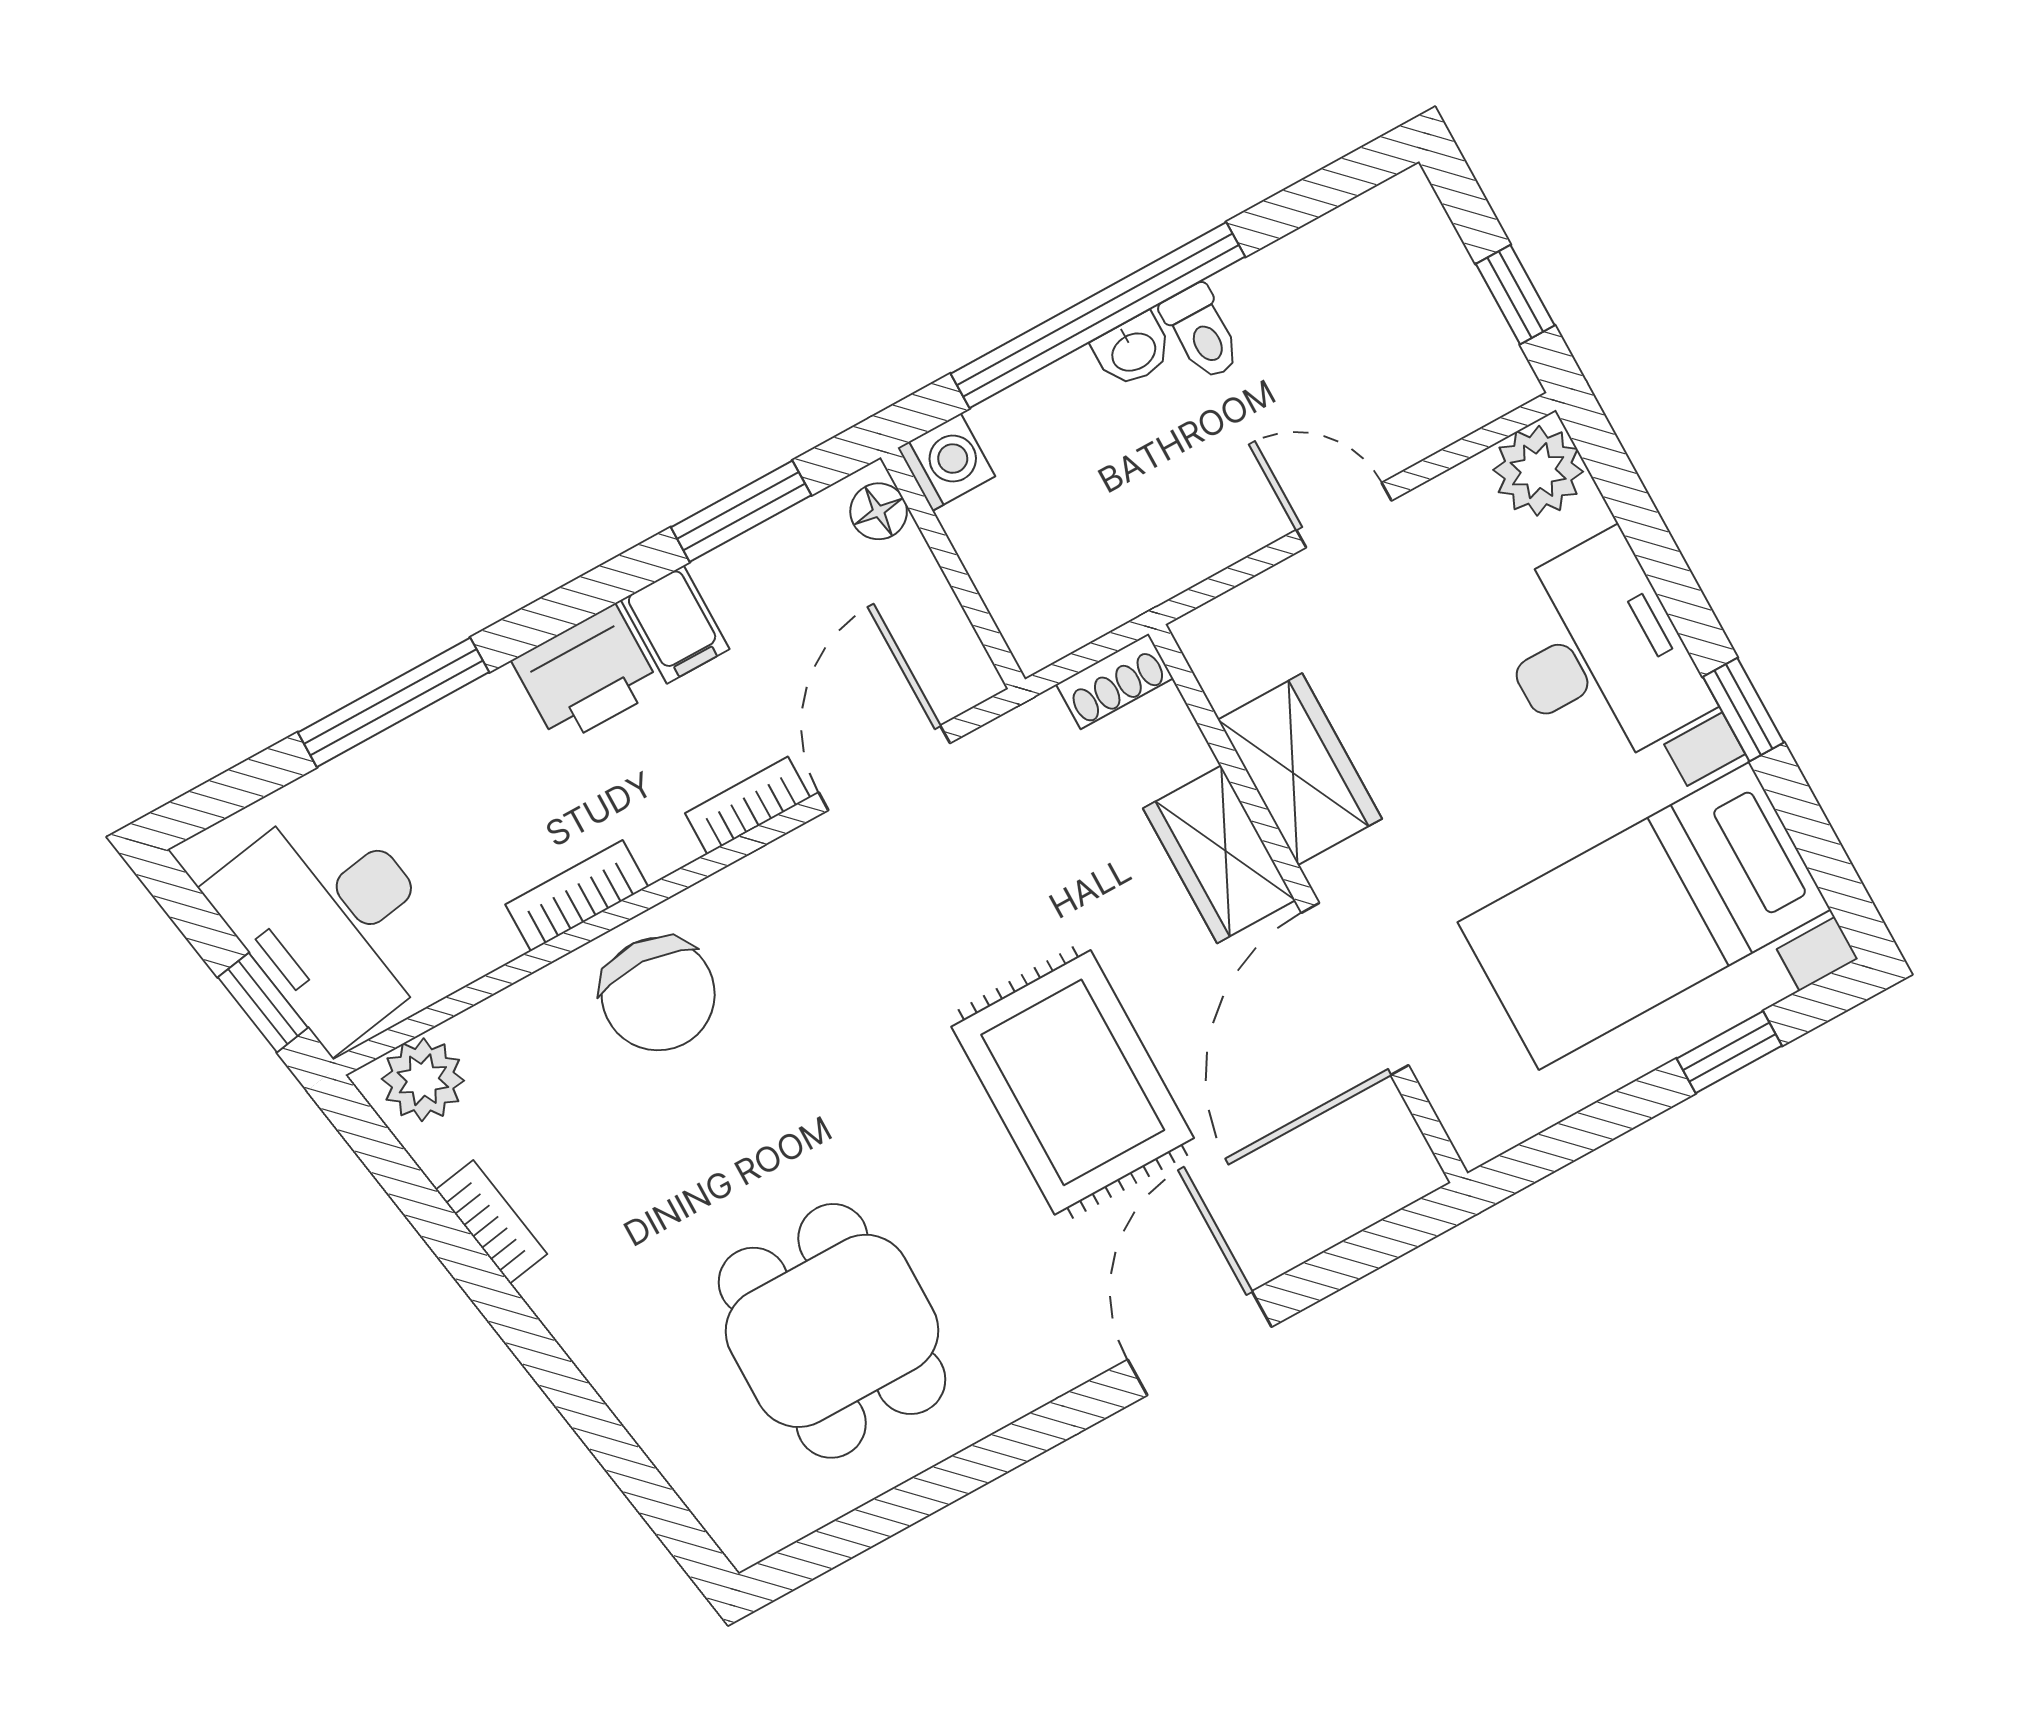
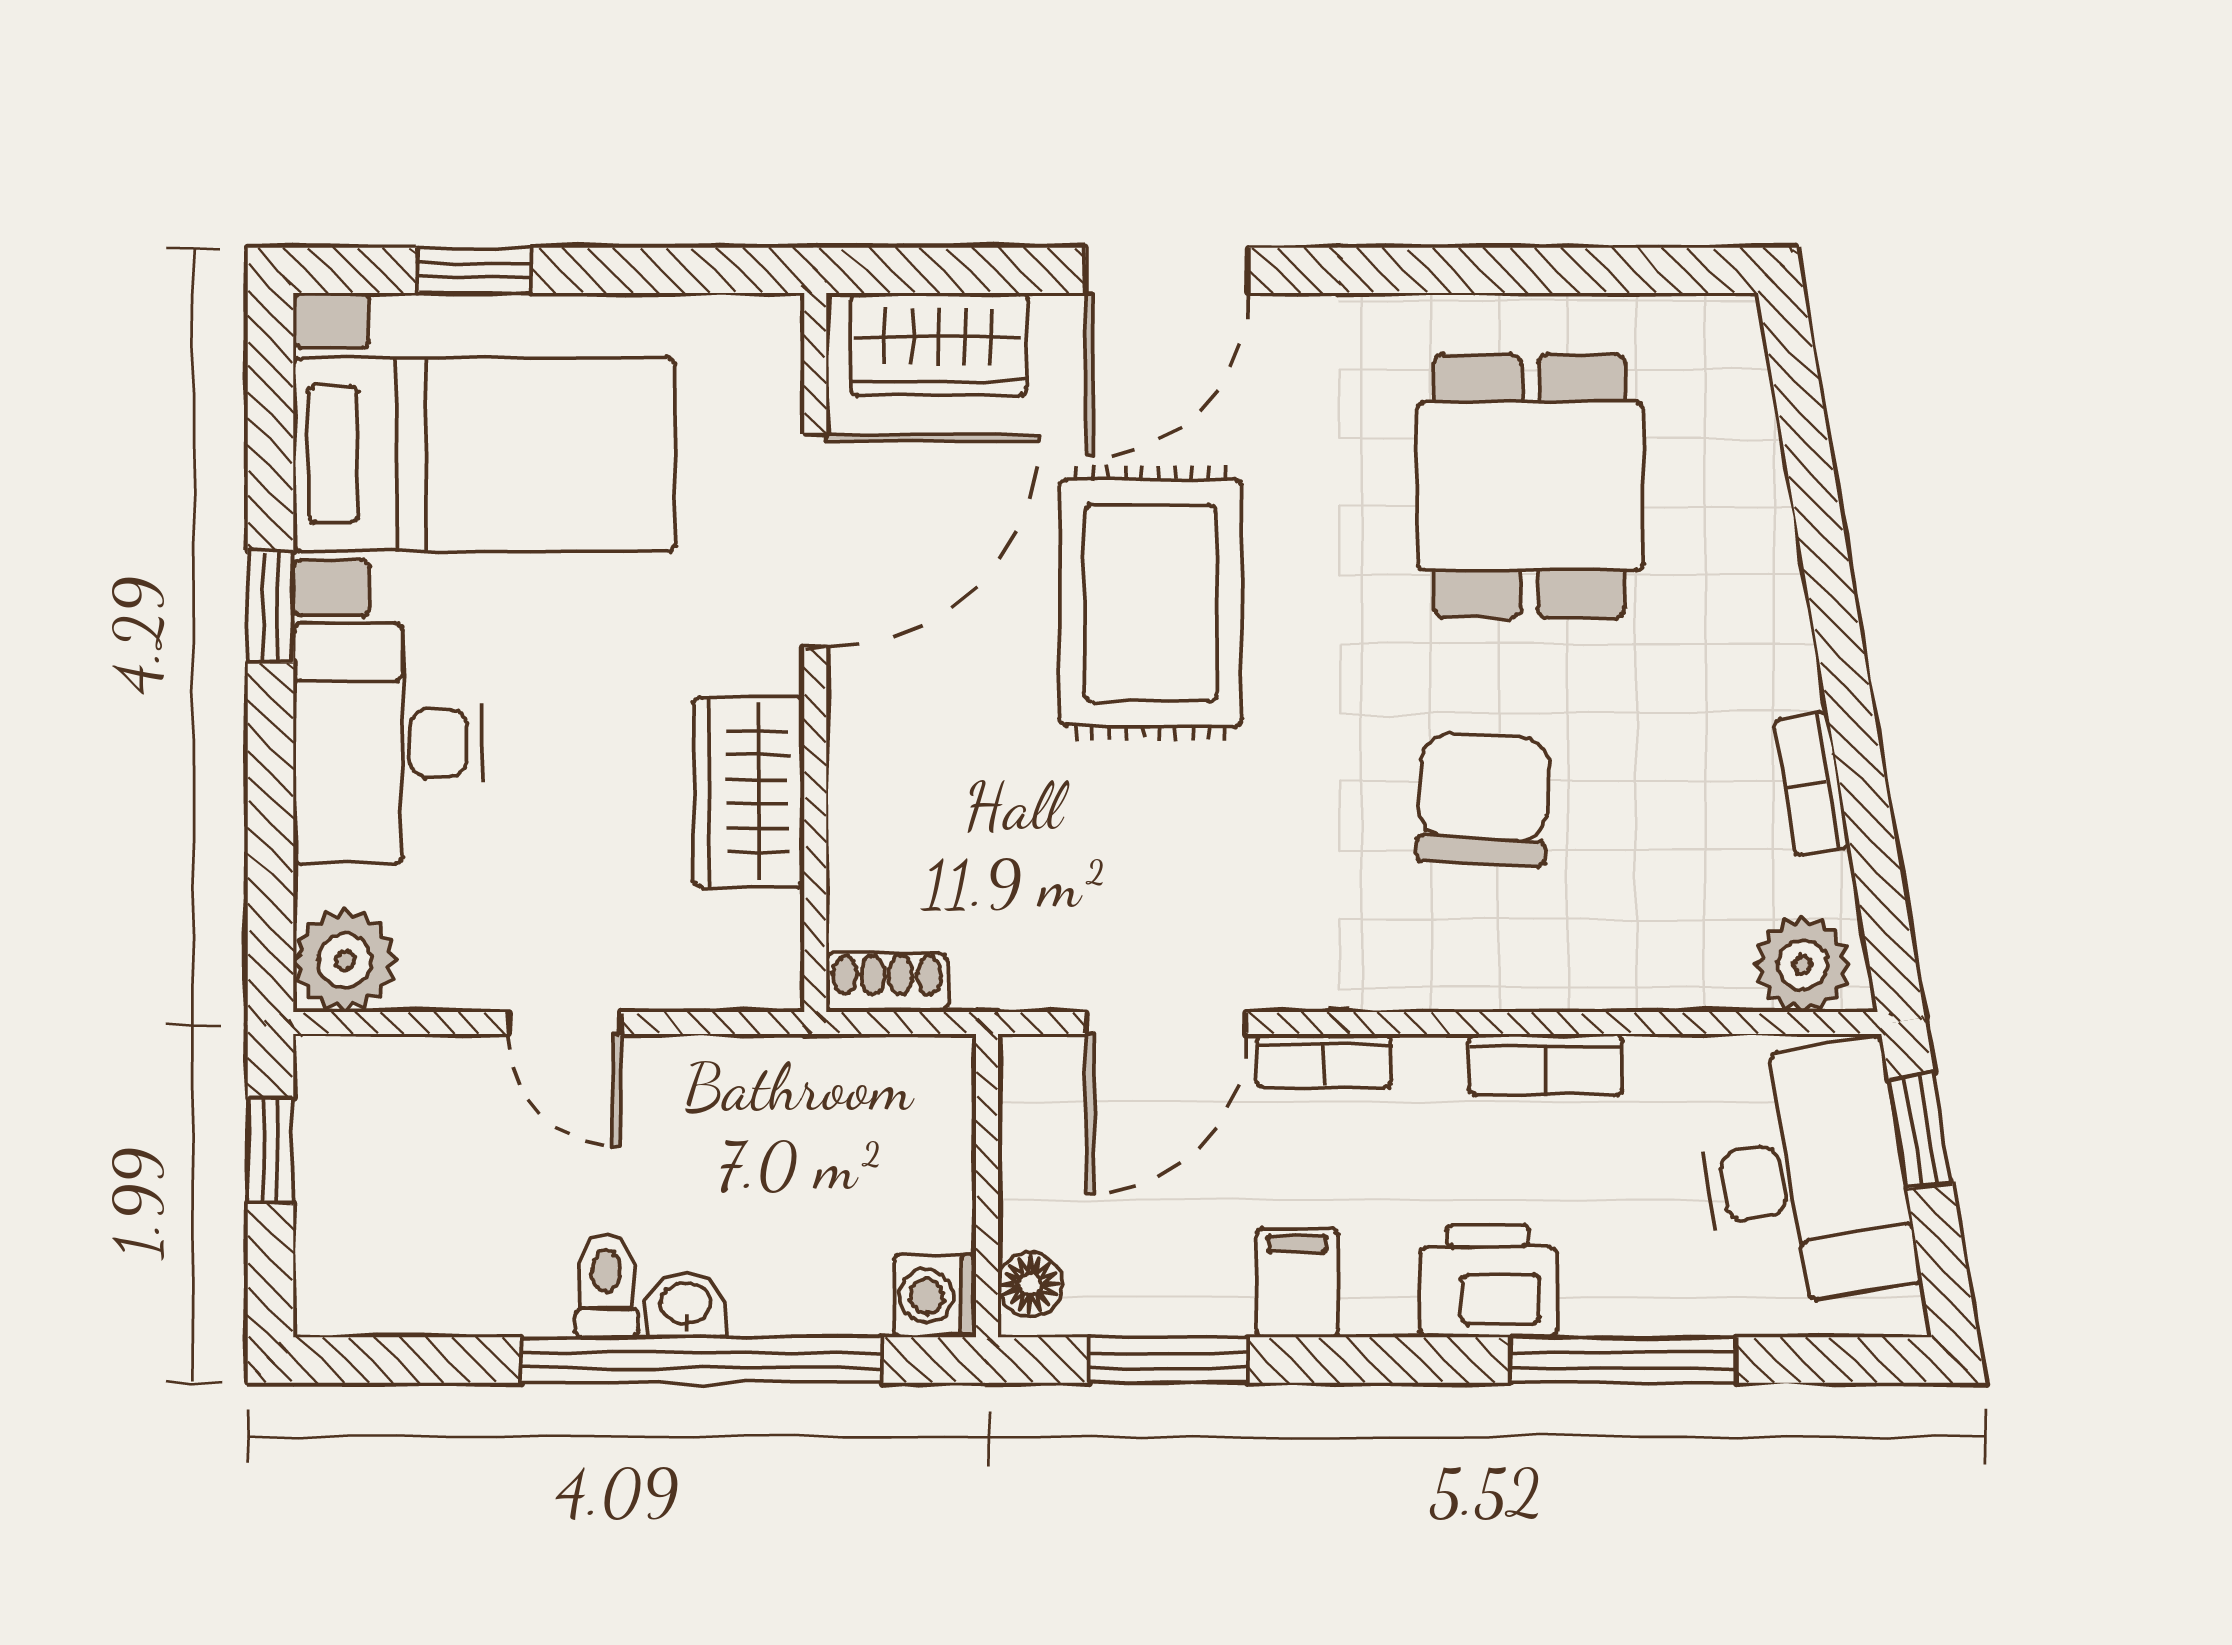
printer: (587, 675) -> (1488, 1281), moved
wardrobe: (1219, 854) -> (939, 344), moved, turned 90
chair: (658, 994) -> (1483, 799), moved

